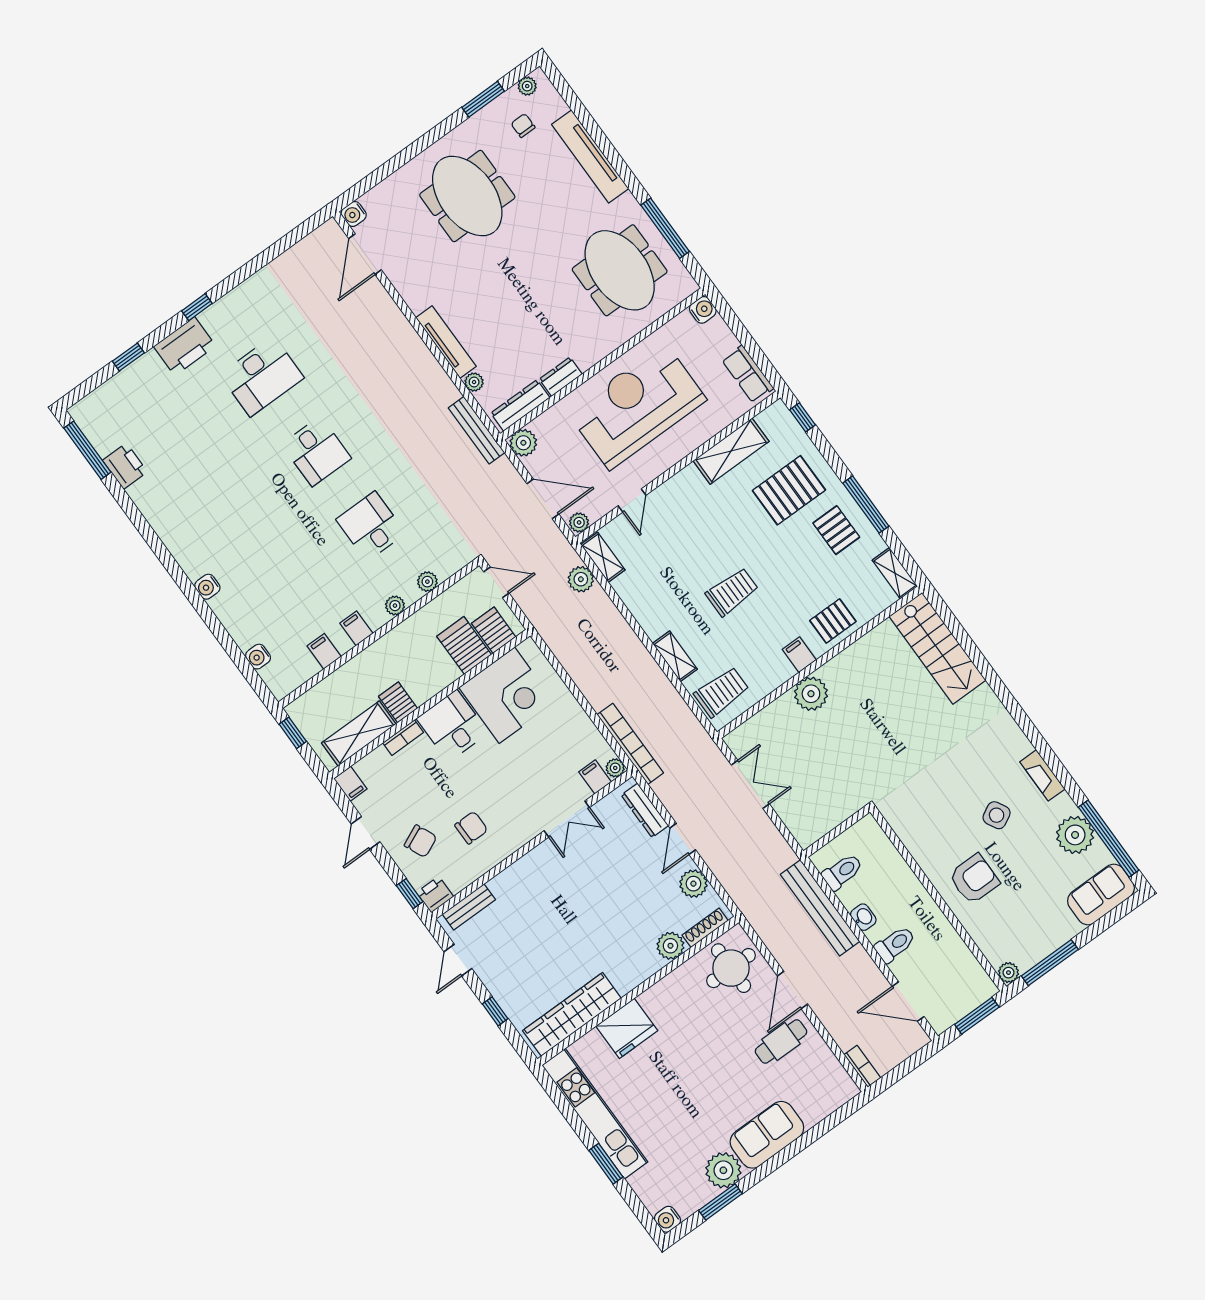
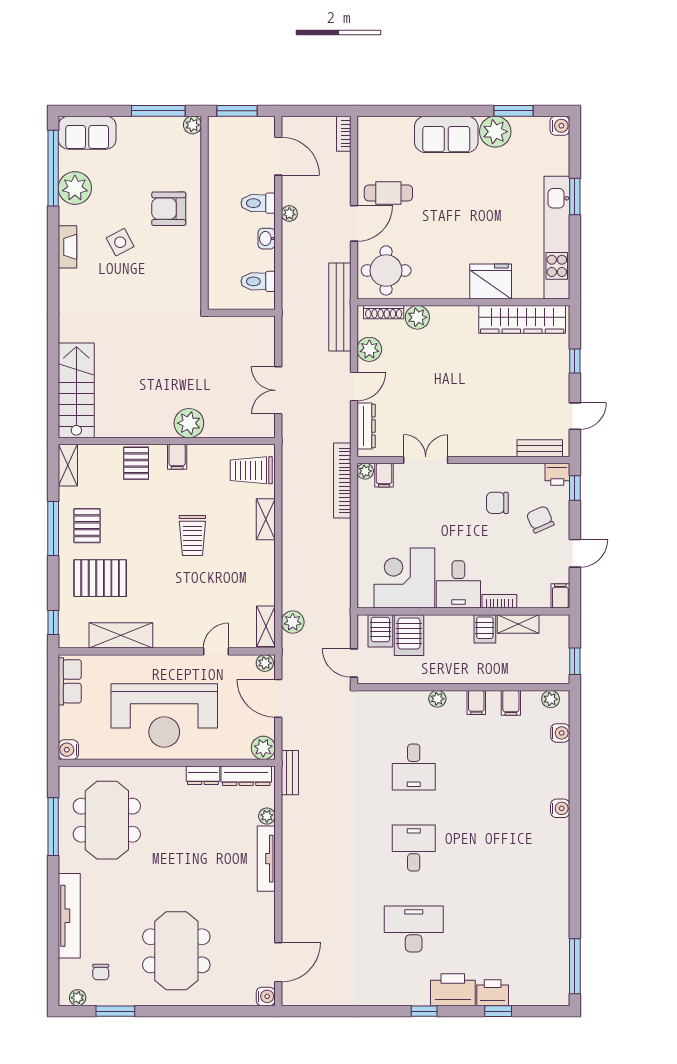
bench: (477, 430) -> (290, 773), width x0.73
printer: (125, 466) -> (493, 993), moved, turned 90
plant: (427, 582) -> (551, 699), moved
trolley: (732, 592) -> (192, 536), turned -90
pallet: (833, 621) -> (136, 463), turned 90
shelving: (359, 733) -> (518, 624), width x0.67, depth x0.75
bench: (820, 908) -> (340, 307), moved
plant: (859, 956) -> (289, 214), added

